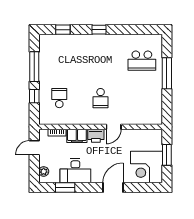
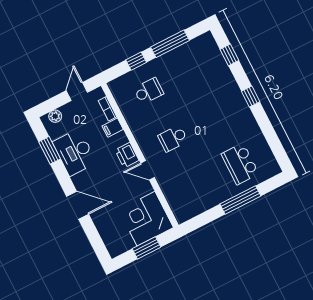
filing cabinet: (77, 136) -> (113, 128), width x0.50
door: (34, 148) -> (77, 91), hinge flipped
corner desk: (146, 167) -> (146, 219), moved

